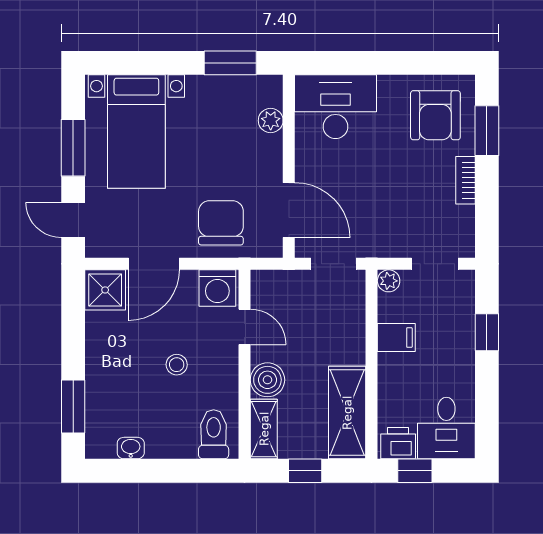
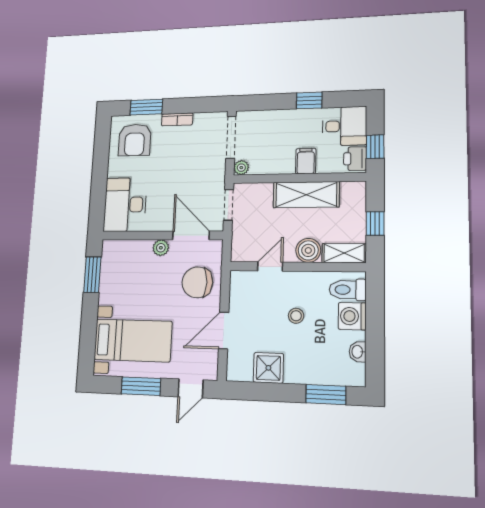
armchair: (435, 115) -> (135, 140), turned 90
plant: (271, 121) -> (161, 248), moved
door: (289, 210) -> (191, 235), hinge flipped
door: (154, 264) -> (224, 331), swing flipped
doorway: (435, 264) -> (231, 137), width x1.38
washing machine: (217, 288) -> (352, 316), moved, turned 180
shower: (105, 290) -> (268, 368), moved
window: (487, 332) -> (309, 100), moved
filing cabinet: (396, 338) -> (306, 161), moved
shelving: (347, 413) -> (306, 195), moved

